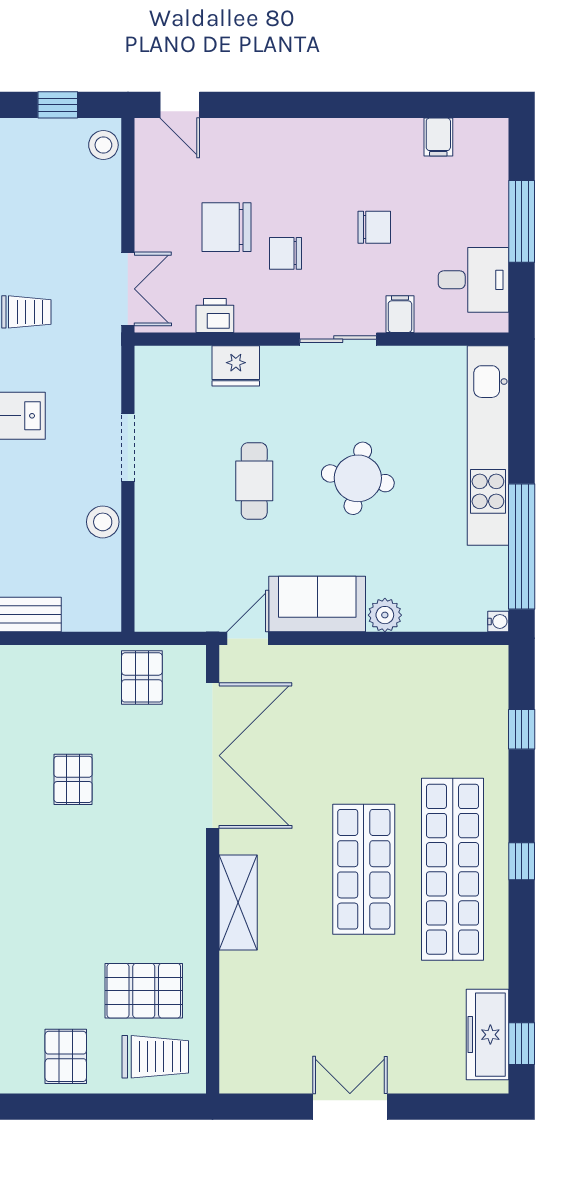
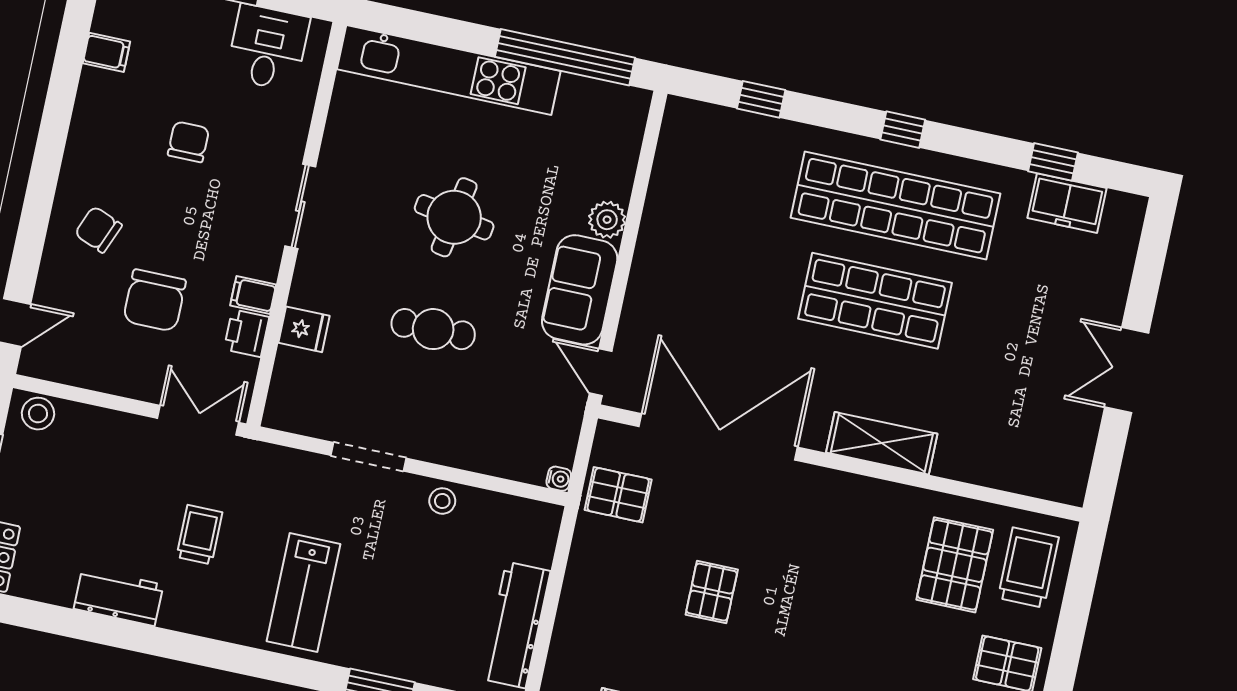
chair: (286, 253) -> (98, 229), moved, turned 112
filing cabinet: (400, 314) -> (253, 295), moved
fridge: (236, 366) -> (304, 329), width x0.72
stool: (103, 522) -> (442, 501), width x0.73, depth x0.73
water cooler: (498, 621) -> (559, 479), moved, turned 90
pallet: (73, 779) -> (712, 592), turned 90
freezer: (487, 1035) -> (1067, 203), width x0.71
window: (522, 1044) -> (1053, 162), moved

